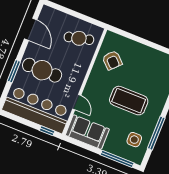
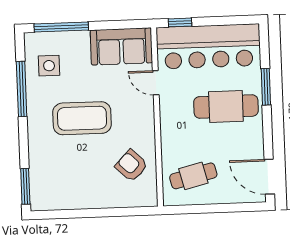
door: (31, 29) -> (269, 177), moved

